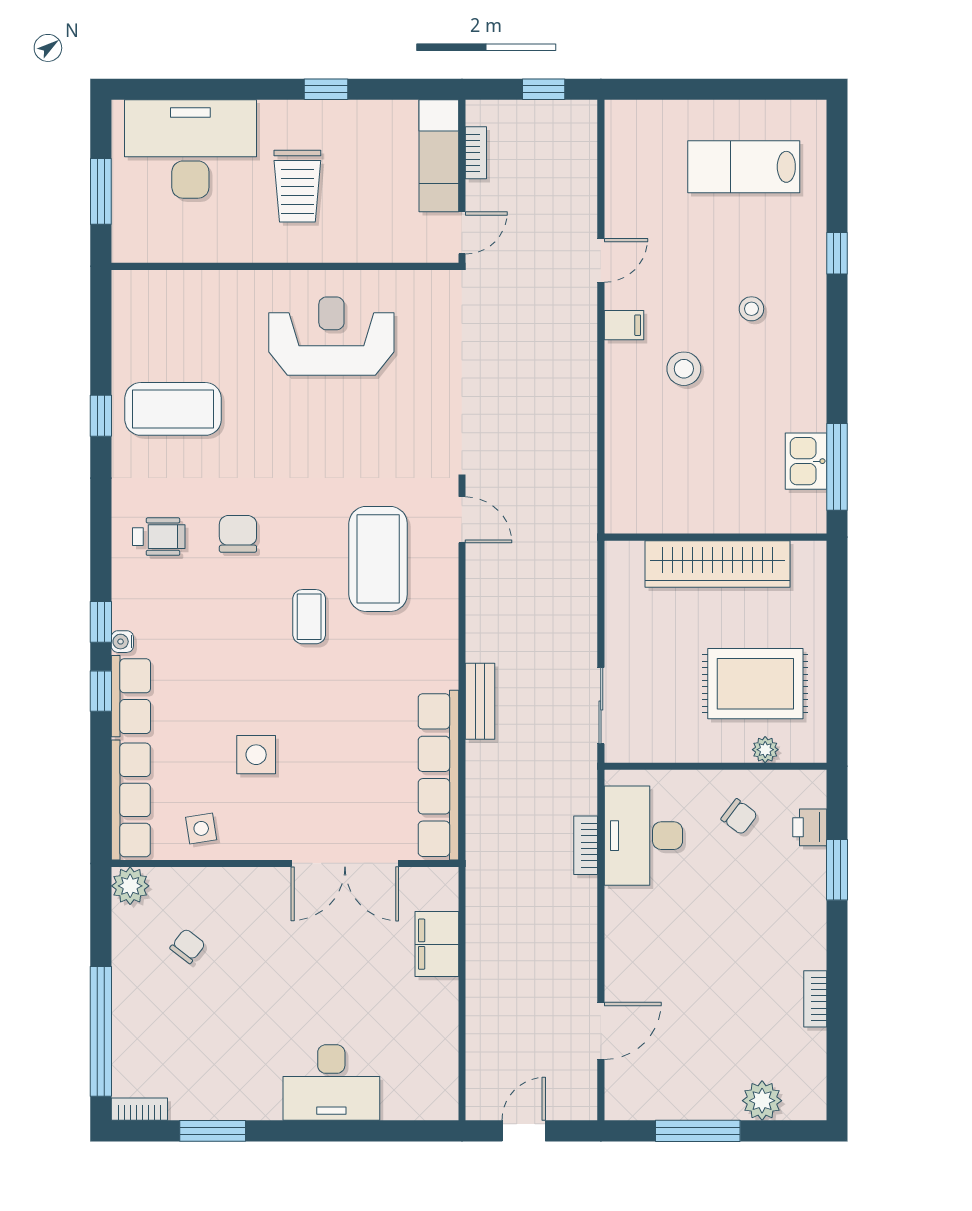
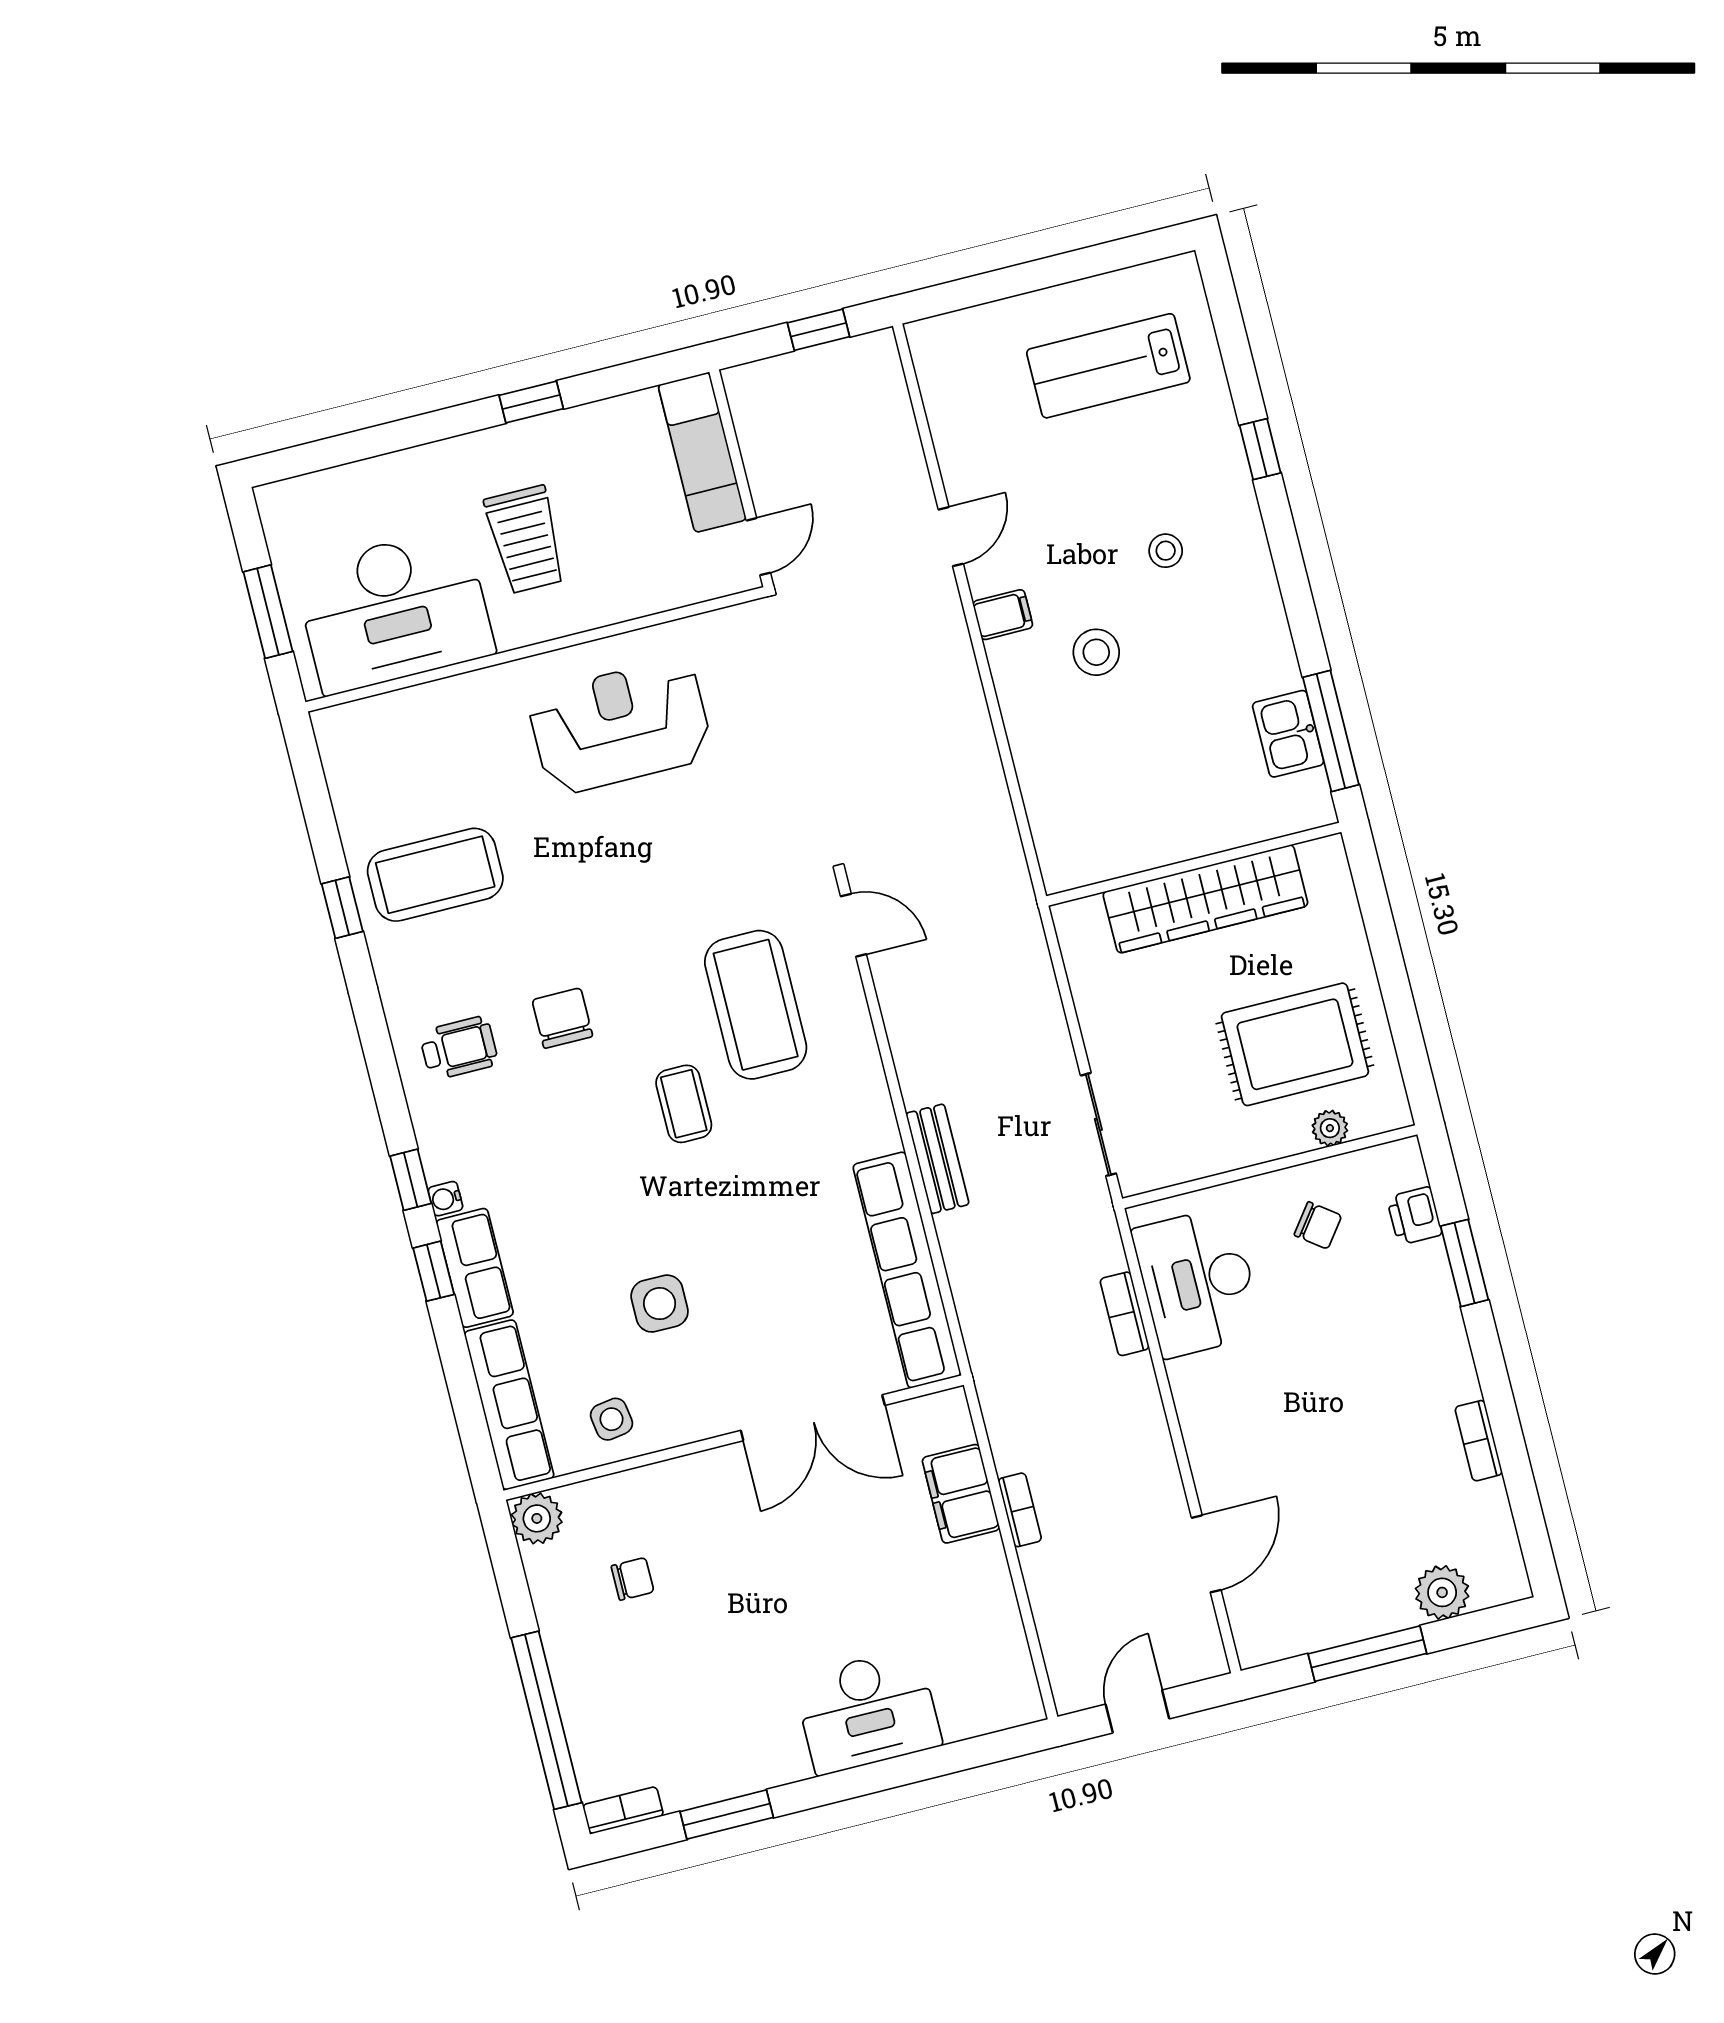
desk: (190, 149) -> (394, 611), moved, turned 180
bookcase: (476, 153) -> (1020, 1510), moved
chair: (188, 946) -> (633, 1579), turned 52

